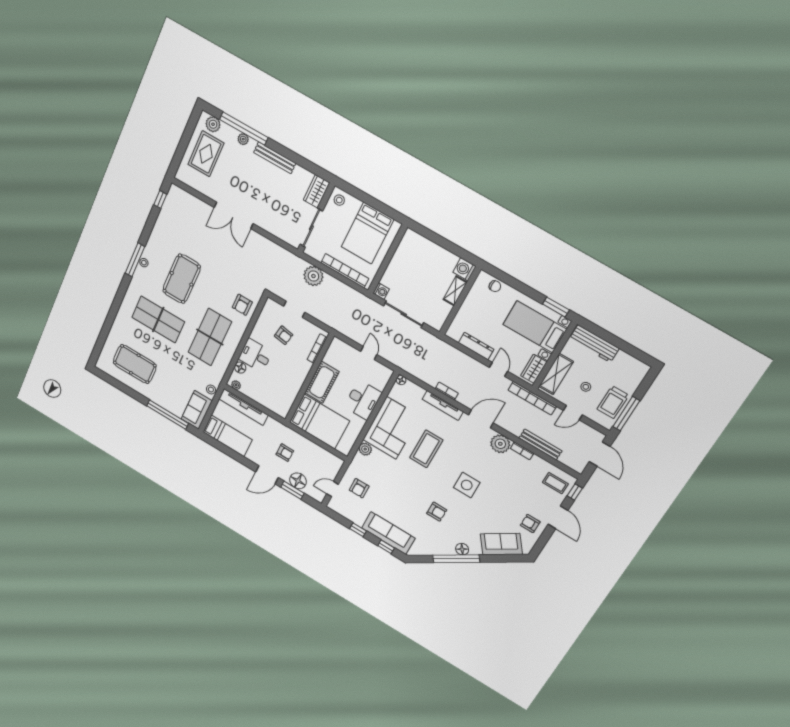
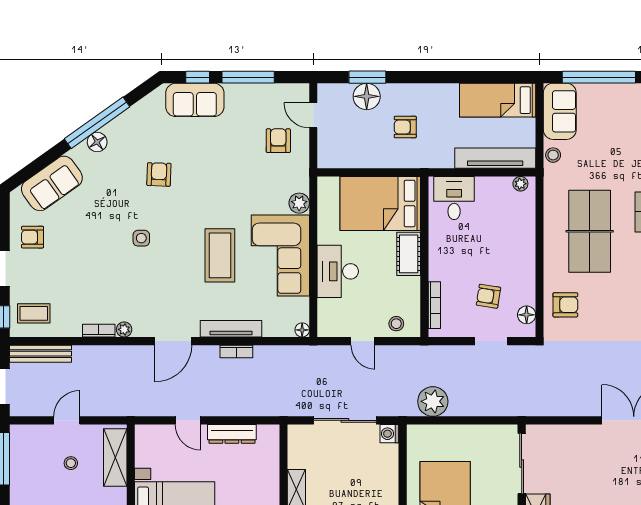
bookcase: (345, 271) -> (450, 433), removed
plant: (313, 276) -> (433, 401), moved
armchair: (242, 305) -> (565, 305), turned 90
stool: (344, 351) -> (396, 324), added
desk: (255, 355) -> (454, 198), moved, turned -90
floor lamp: (240, 368) -> (527, 315), moved
wardrobe: (534, 369) -> (146, 448), removed
cot: (322, 382) -> (409, 254), width x0.73, depth x0.75
bookcase: (532, 398) -> (126, 408), removed
trolley: (613, 402) -> (28, 464), removed
plant: (500, 444) -> (124, 329), width x0.53, depth x0.53
bench: (540, 444) -> (40, 354), moved
door: (267, 475) -> (414, 77), removed
side table: (467, 485) -> (141, 238), width x0.54, depth x0.54
door: (333, 489) -> (313, 115), swing flipped
armchair: (437, 512) -> (159, 174), turned 92
armchair: (530, 524) -> (33, 237), turned 180
window: (358, 530) -> (248, 77), width x2.17
sofa: (388, 533) -> (195, 100), width x0.73

